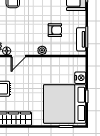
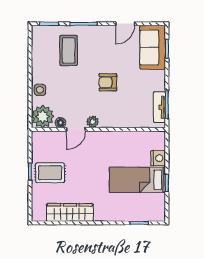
armchair: (55, 30) -> (108, 82), moved, turned 180
plant: (42, 50) -> (93, 122), moved
bed: (65, 104) -> (137, 180), width x0.49

